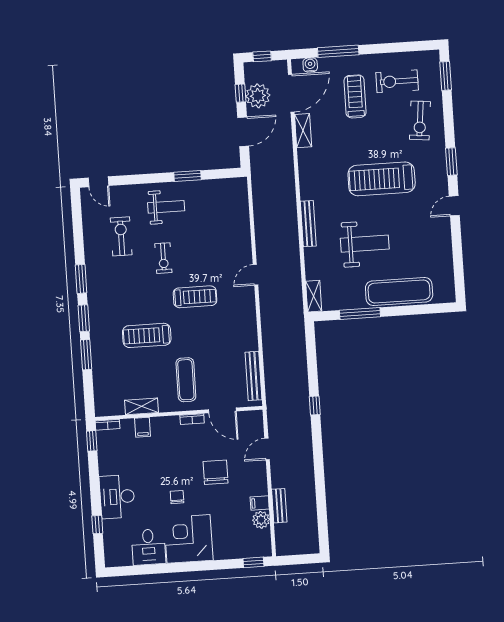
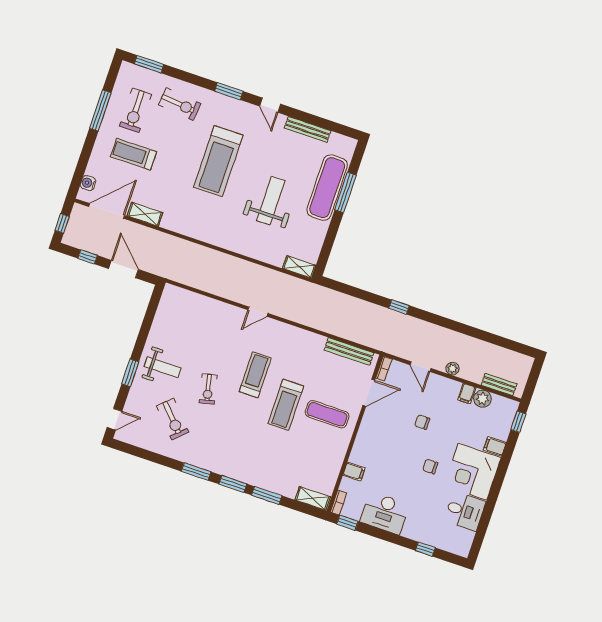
window: (338, 51) -> (100, 111), moved
door: (291, 93) -> (107, 211), hinge flipped
plant: (258, 96) -> (452, 369), moved, width x0.53, depth x0.53
window: (187, 176) -> (130, 373), moved
weight bench: (166, 207) -> (163, 367), turned 90
bench: (308, 224) -> (308, 129), moved
exercise bike: (121, 236) -> (173, 419), turned -133
exercise bike: (163, 258) -> (208, 389), turned 77
door: (256, 275) -> (258, 312), hinge flipped
window: (360, 313) -> (345, 192), moved
treadmill: (147, 335) -> (286, 405), moved
shelving: (142, 406) -> (313, 498), moved, turned 90
bookcase: (192, 419) -> (384, 368), moved
chair: (216, 472) -> (422, 422), width x0.54, depth x0.54
desk: (117, 497) -> (385, 513), moved
bench: (279, 506) -> (499, 384), moved
filing cabinet: (221, 550) -> (495, 446), added

